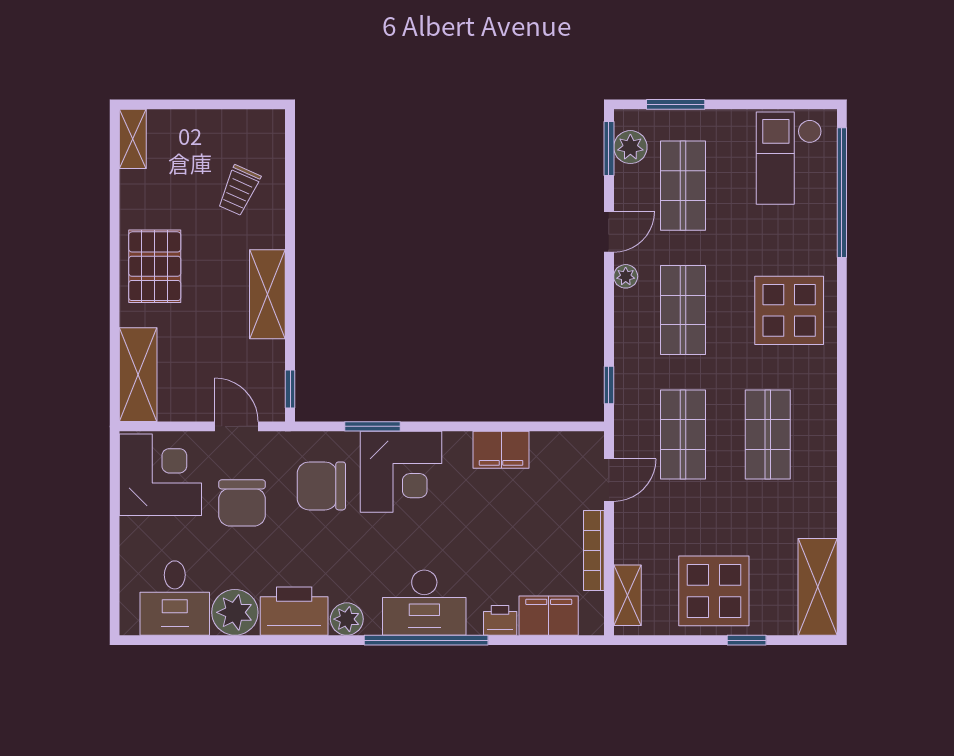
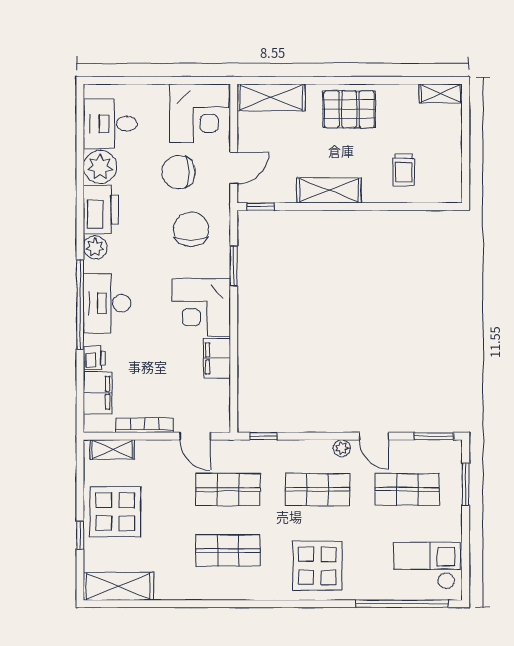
plant: (630, 147) -> (435, 452), removed
trolley: (239, 190) -> (404, 170), turned -114
corner desk: (401, 472) -> (201, 307), moved

